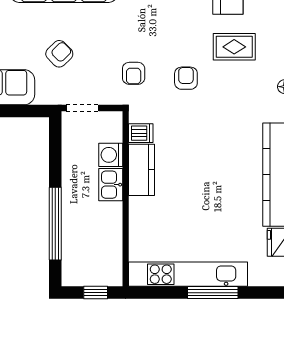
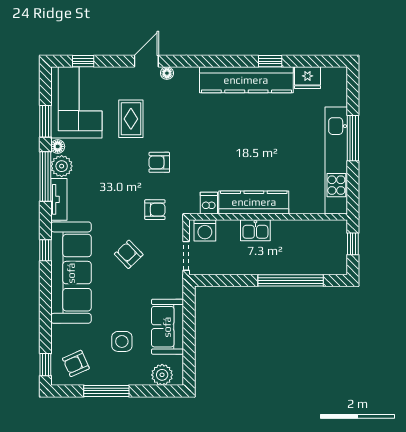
armchair: (59, 54) -> (129, 254), moved
washing machine: (111, 155) -> (205, 230), moved
kitchen counter: (142, 170) -> (254, 202), width x1.50

